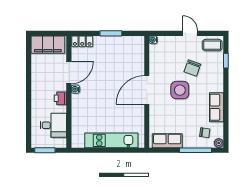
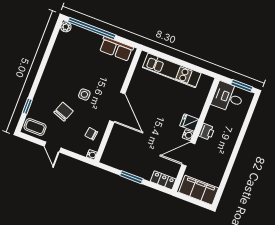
door: (147, 90) -> (117, 107), hinge flipped
side table: (180, 90) -> (84, 94), width x0.54, depth x0.54
fridge: (79, 100) -> (189, 123), added
row of seats: (217, 107) -> (54, 63), removed
desk: (53, 125) -> (228, 97), moved
chair: (205, 133) -> (91, 134), moved
window: (195, 150) -> (92, 28), width x1.46

